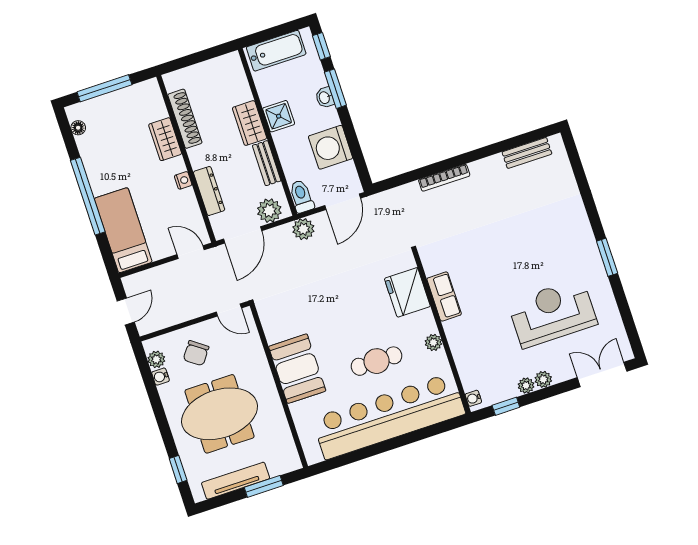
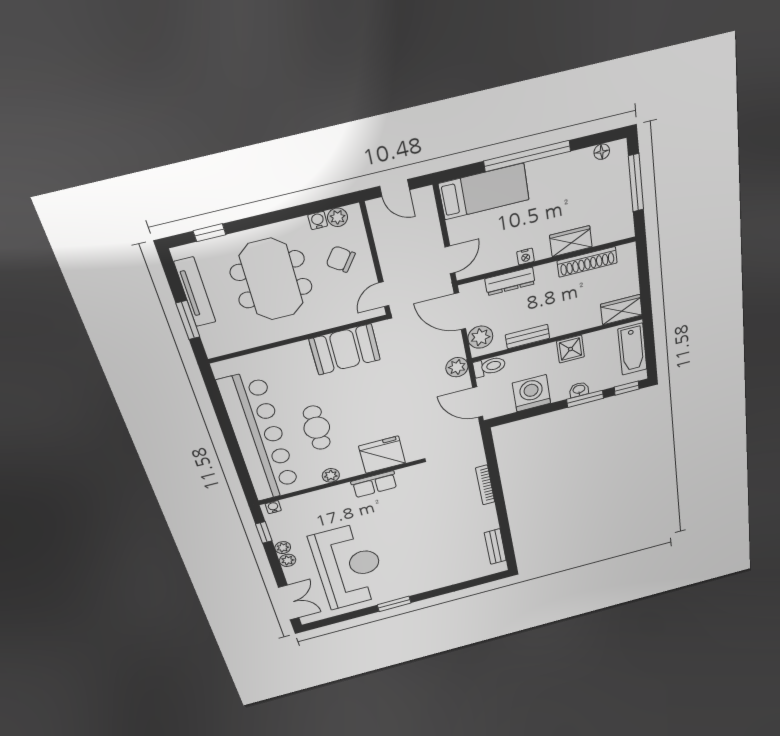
wardrobe: (250, 123) -> (621, 310), moved
reception desk: (552, 313) -> (349, 566), width x1.36, depth x1.30
booth: (297, 369) -> (345, 349), moved

